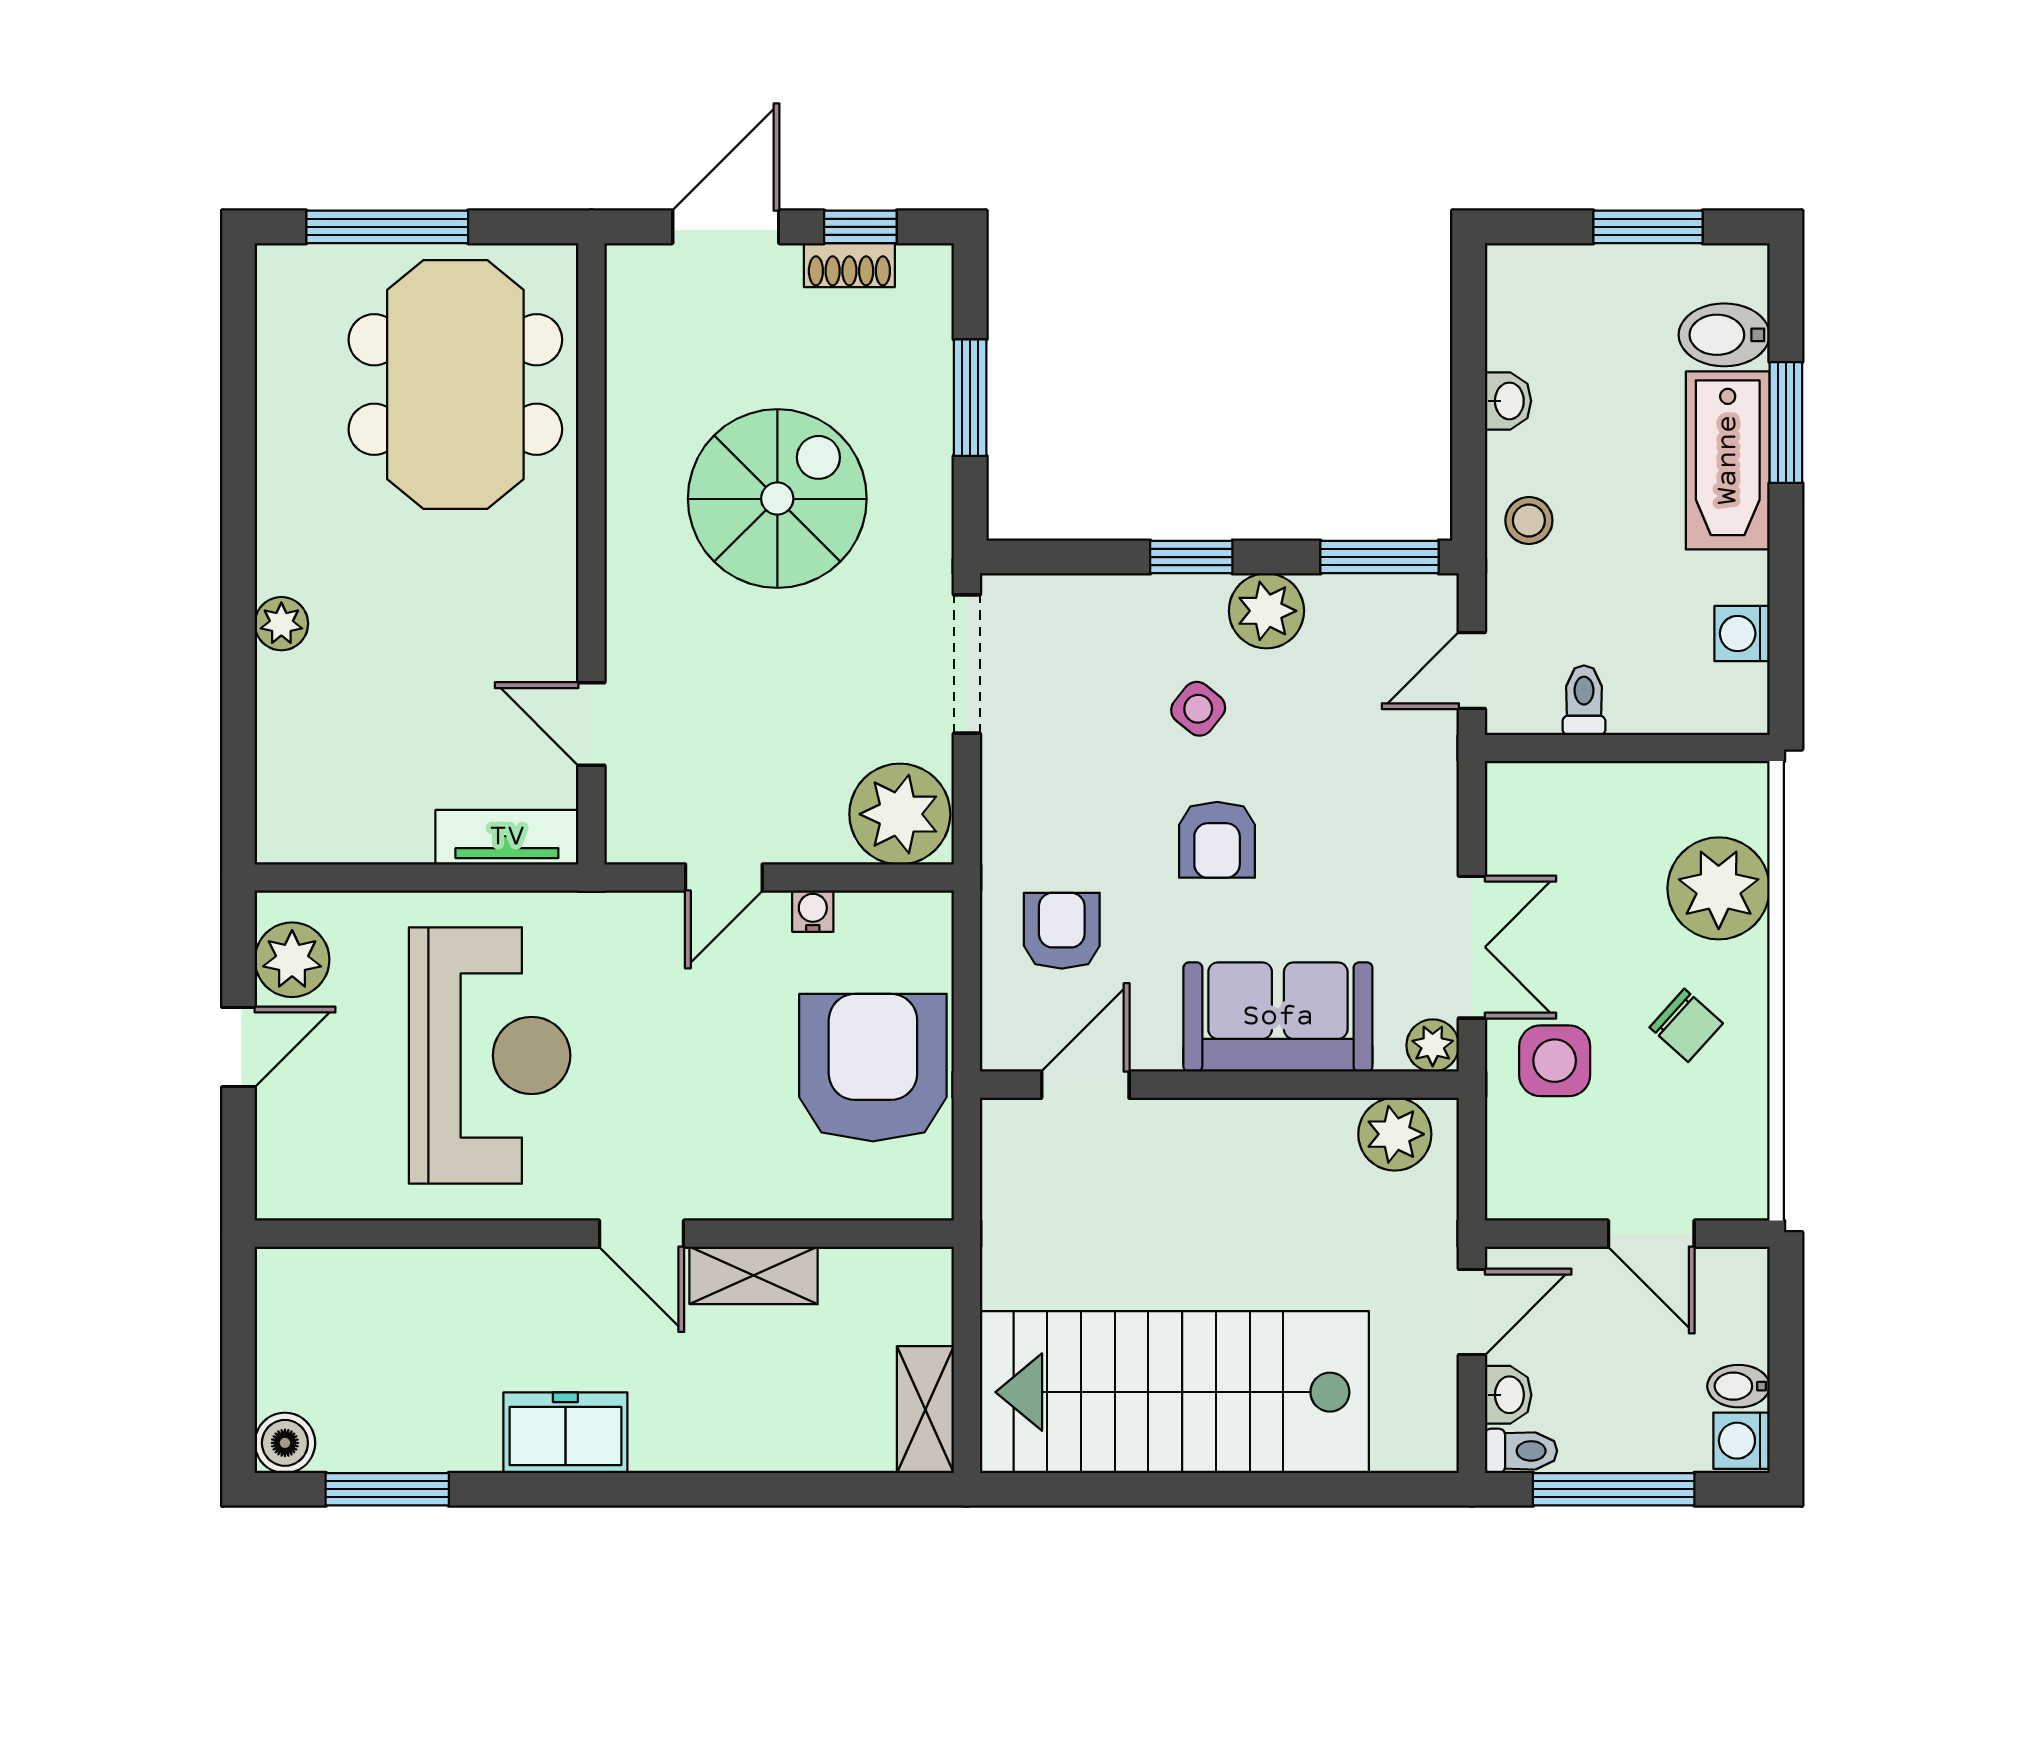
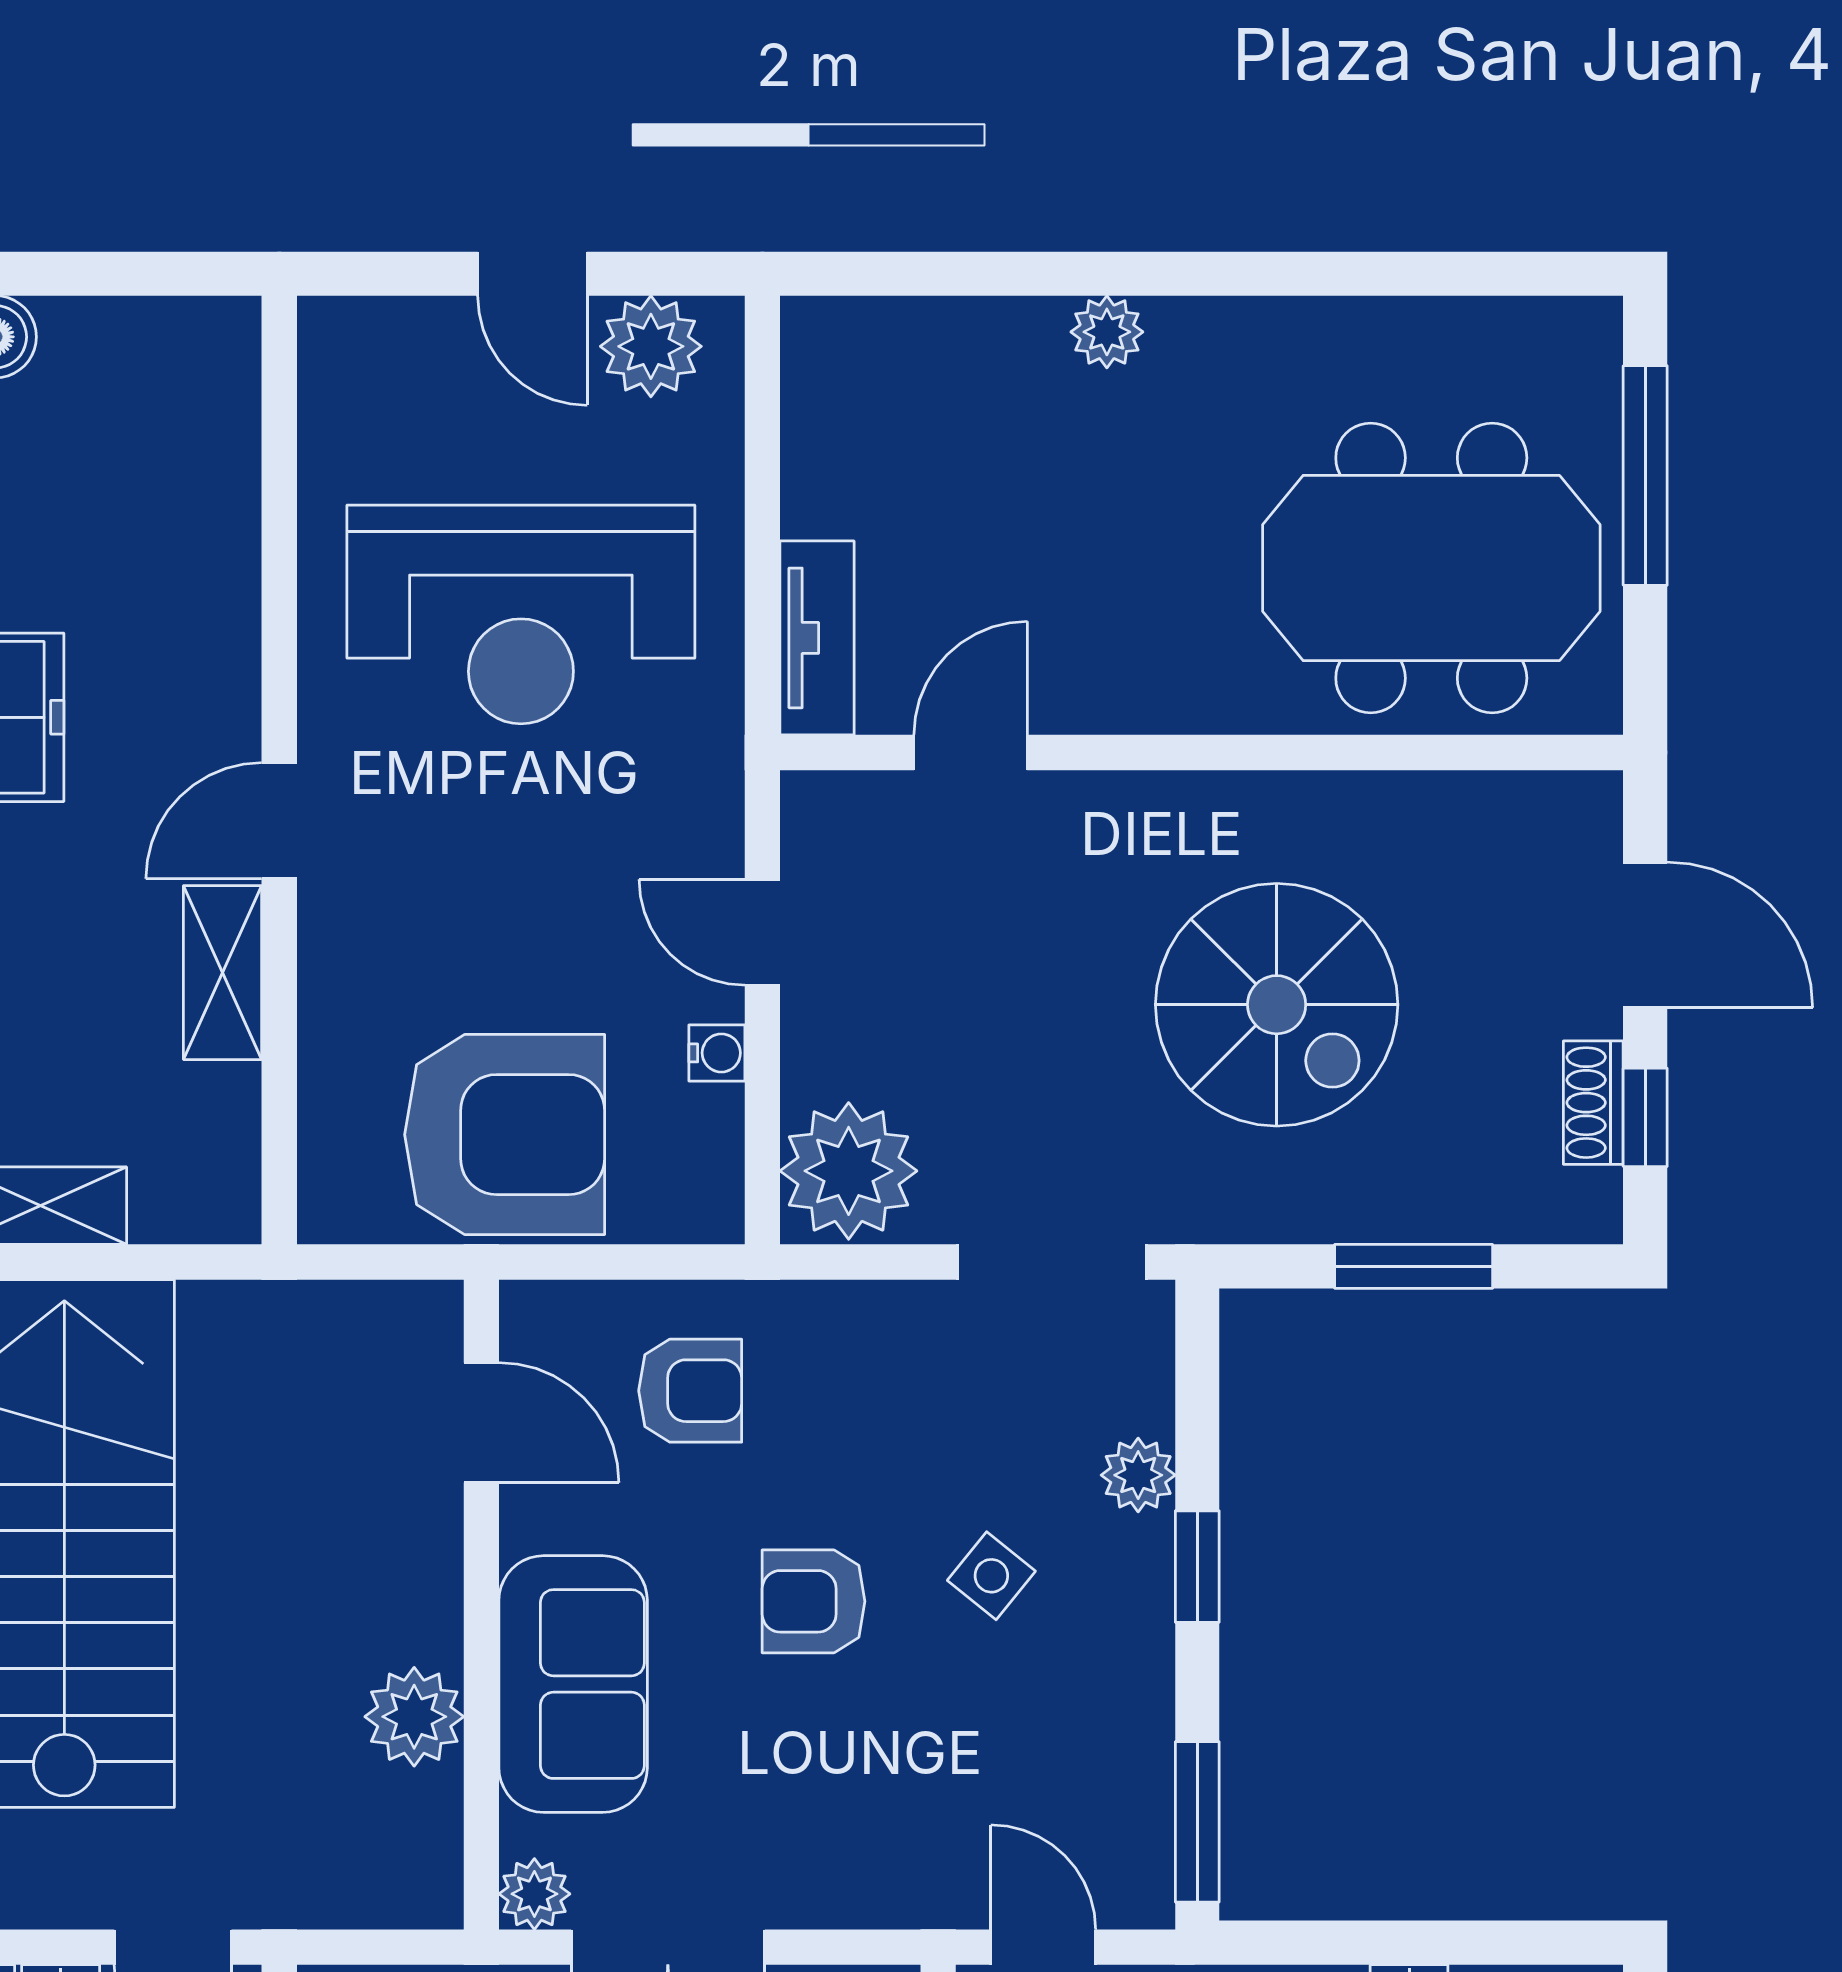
plant: (1266, 611) -> (1138, 1475), moved, width x0.73, depth x0.73
plant: (1395, 1134) -> (414, 1717), moved

